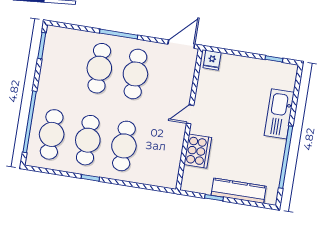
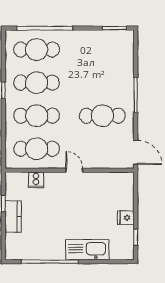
fridge: (212, 60) -> (126, 218), moved
cafe table: (99, 68) -> (37, 149), moved
cooker: (198, 151) -> (36, 180), width x0.53, depth x0.76
kitchen counter: (239, 191) -> (13, 217), width x0.67

